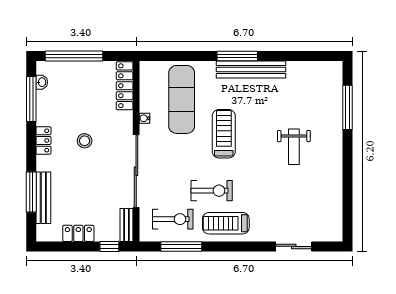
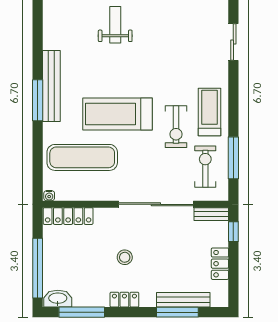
washbasin: (42, 82) -> (58, 299), width x1.91, depth x1.45
water cooler: (144, 118) -> (49, 196), moved
treadmill: (224, 134) -> (117, 114), width x1.37, depth x1.37
weight bench: (294, 147) -> (115, 25), moved, turned -90
exercise bike: (212, 191) -> (176, 127), turned 180
treadmill: (226, 223) -> (209, 112), turned 180

